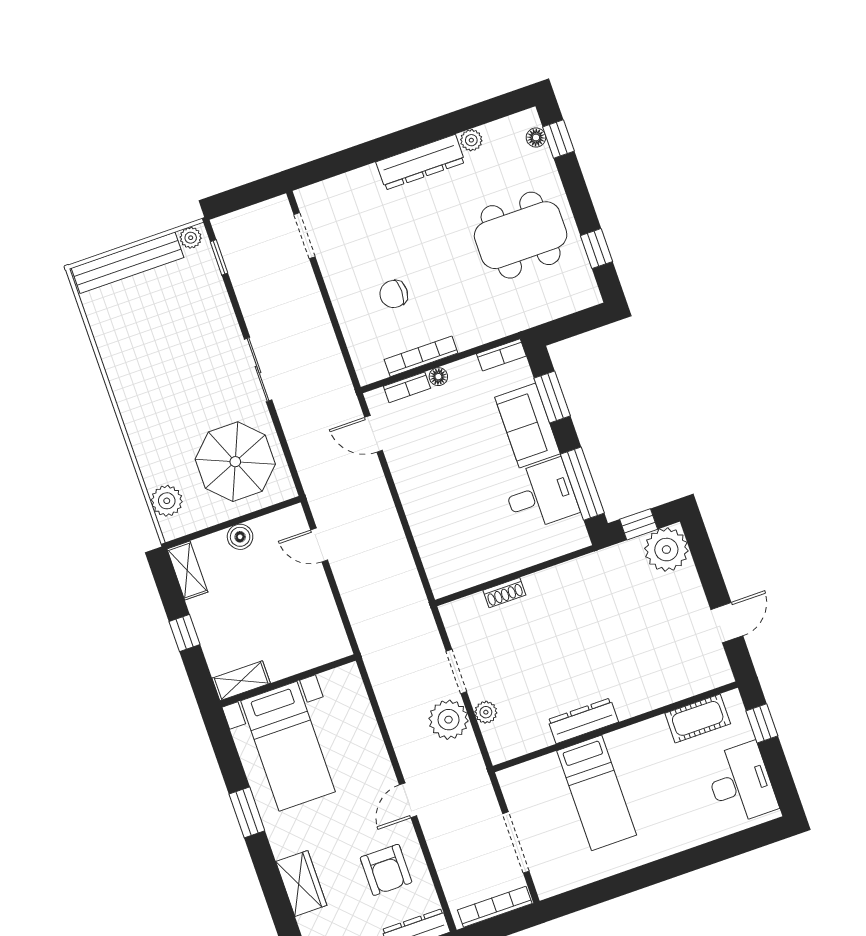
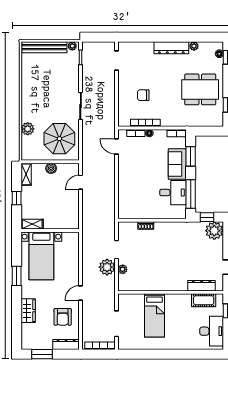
plant: (167, 501) -> (28, 129), moved
door: (319, 545) -> (81, 182), hinge flipped
dresser: (583, 721) -> (202, 286), moved

